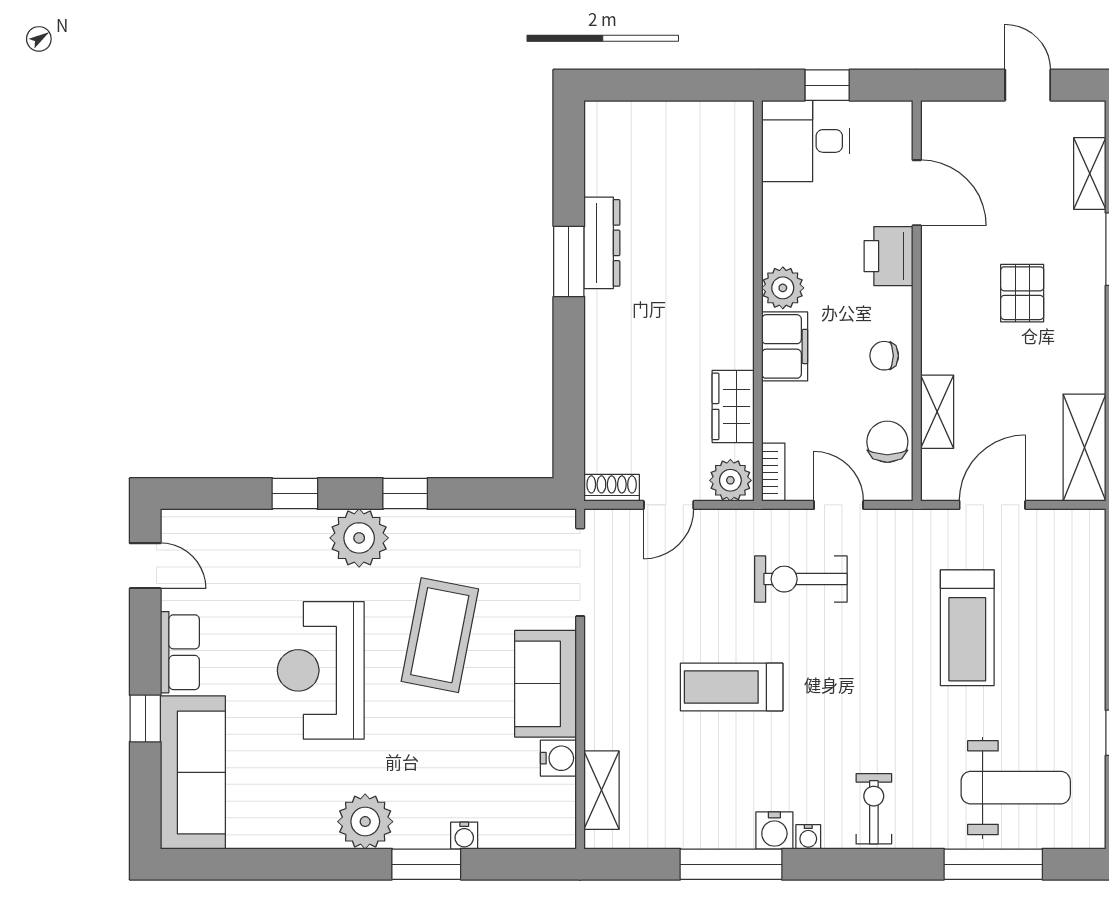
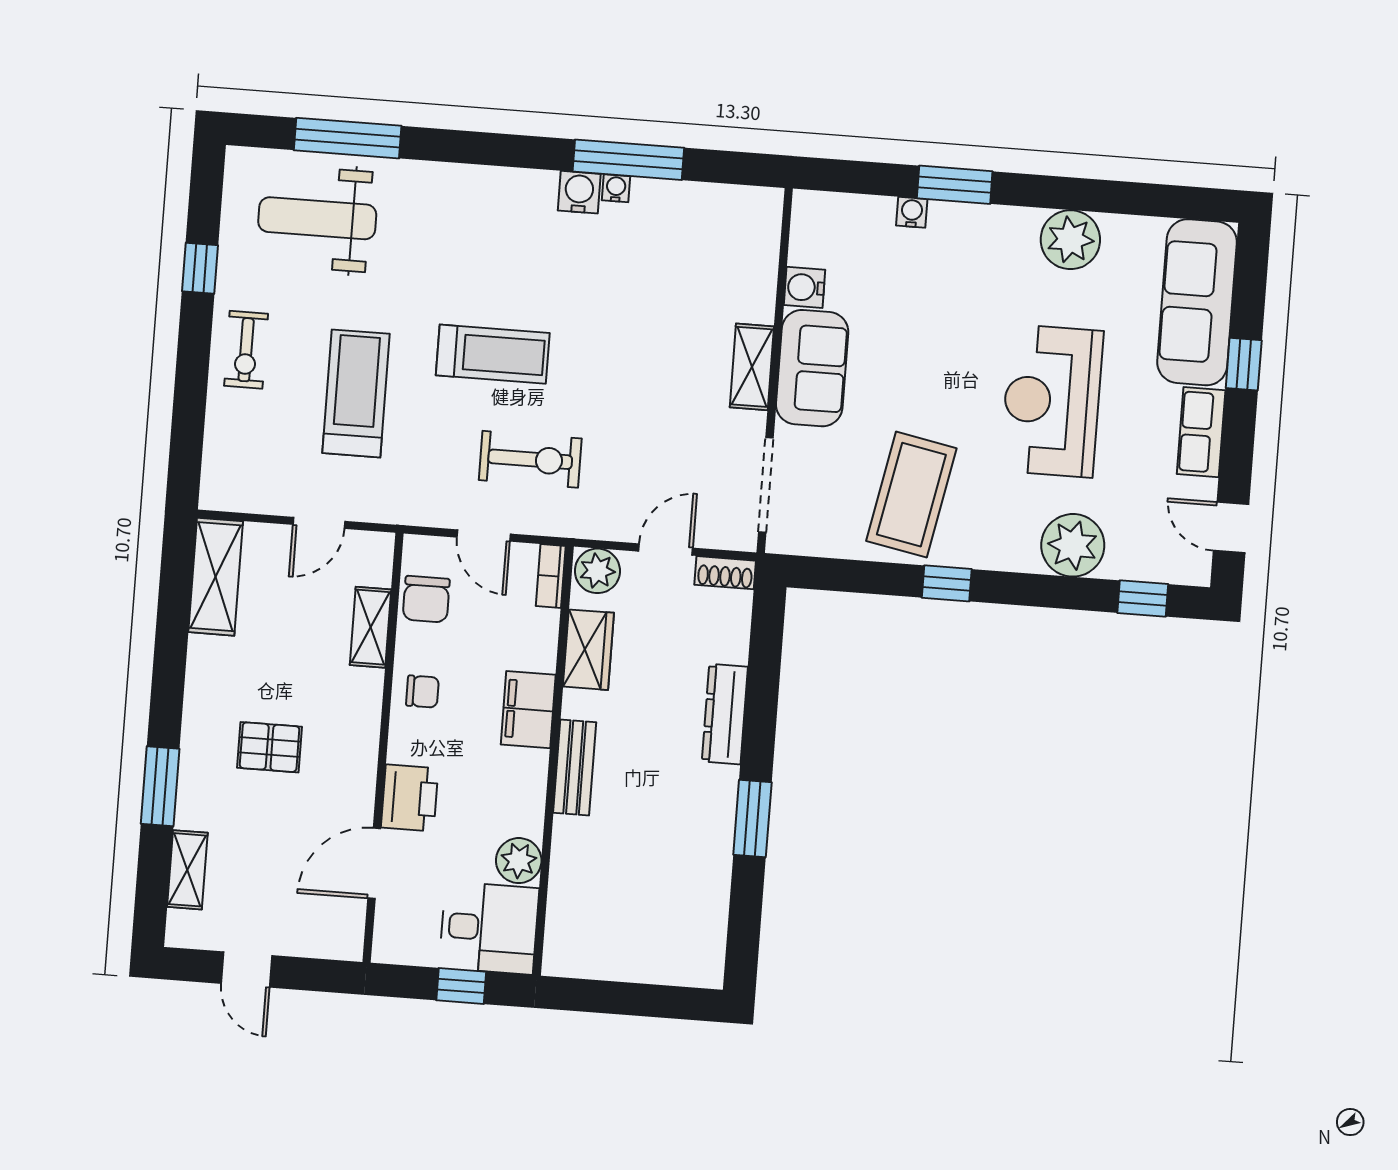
door: (917, 193) -> (374, 863), hinge flipped
dresser: (602, 243) -> (725, 714), moved
plant: (783, 288) -> (519, 861), moved
pallet: (1022, 293) -> (270, 747), turned 90
bench: (737, 296) -> (575, 767), added
window: (295, 494) -> (1143, 598), moved
door: (992, 505) -> (319, 523), width x0.73
plant: (359, 538) -> (1073, 545), moved
coffee table: (440, 635) -> (911, 495), moved
reception desk: (321, 670) -> (1052, 401), turned 180
treadmill: (732, 687) -> (493, 354), moved
shelving: (602, 790) -> (752, 367), moved
exercise bike: (874, 809) -> (246, 350), moved
plant: (365, 822) -> (1070, 240), moved
water cooler: (808, 837) -> (616, 188), moved

